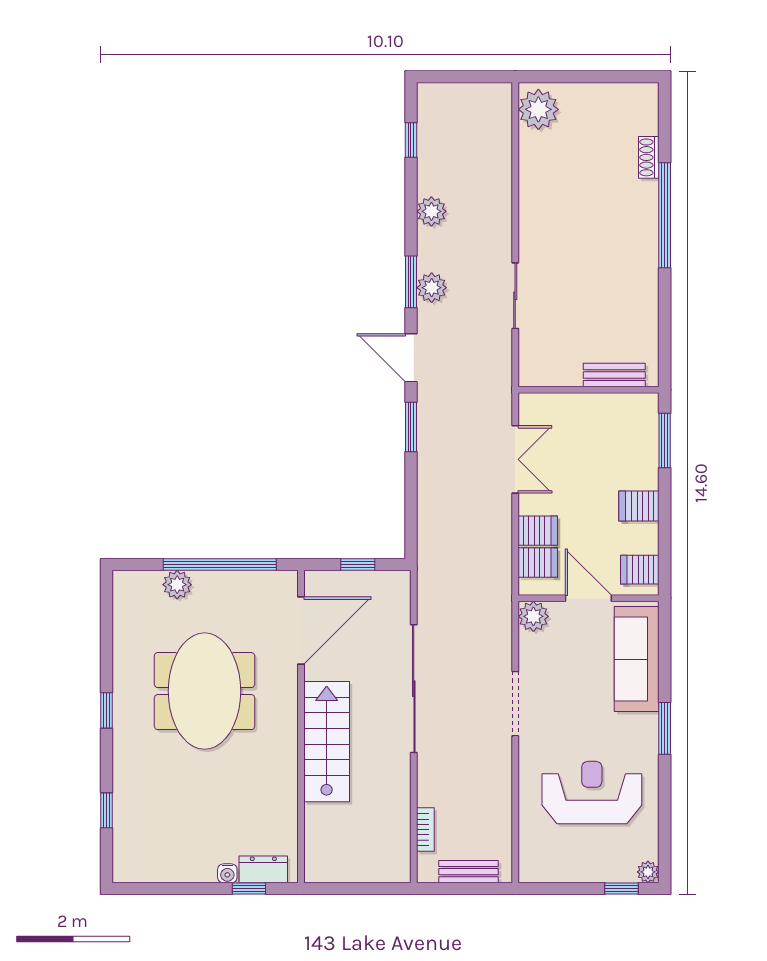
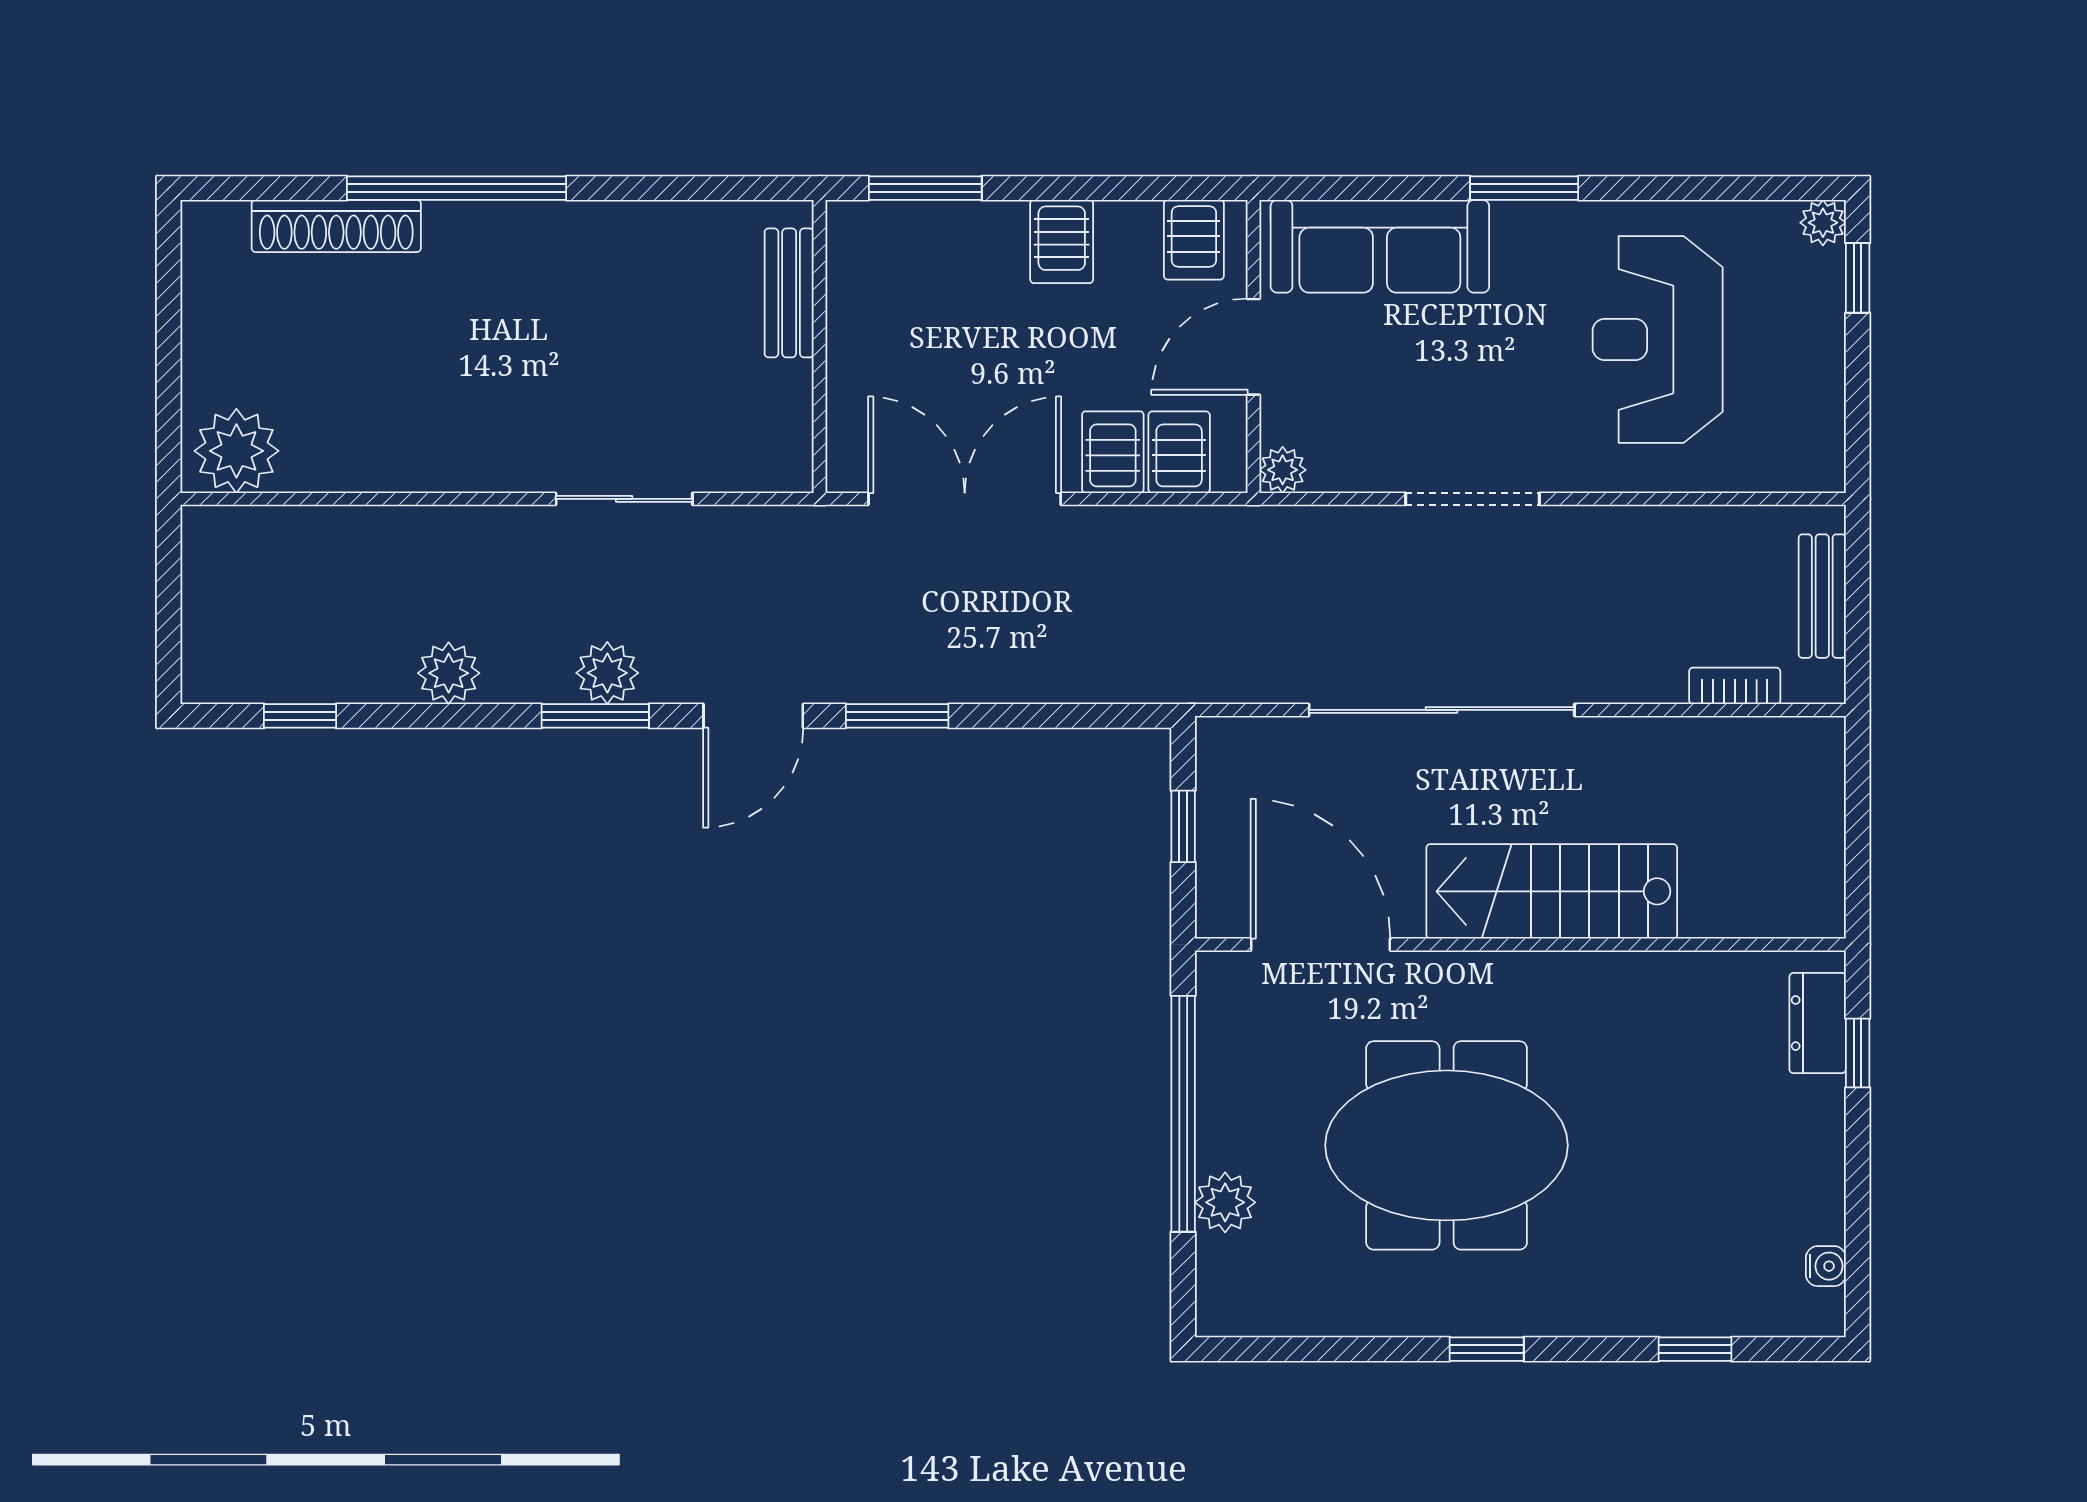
shoe rack: (649, 157) -> (336, 226), width x1.94, depth x1.24
double door: (515, 459) -> (965, 499), width x1.37
plant: (533, 616) -> (1283, 470), width x0.73, depth x0.73
water cooler: (227, 873) -> (1826, 1266), moved

